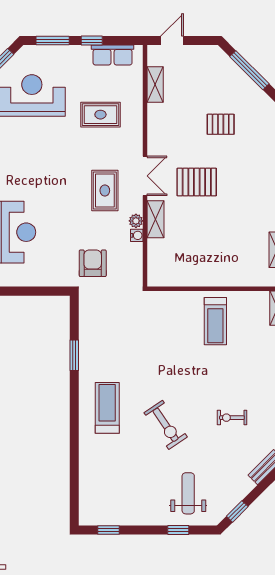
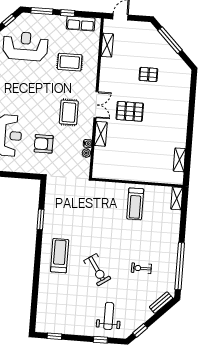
plant: (136, 221) -> (86, 153), moved
armchair: (93, 263) -> (44, 144), moved, turned -90

